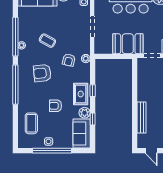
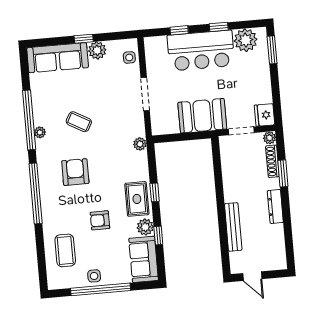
armchair: (69, 60) -> (114, 149), removed
armchair: (42, 73) -> (75, 172), turned 96

